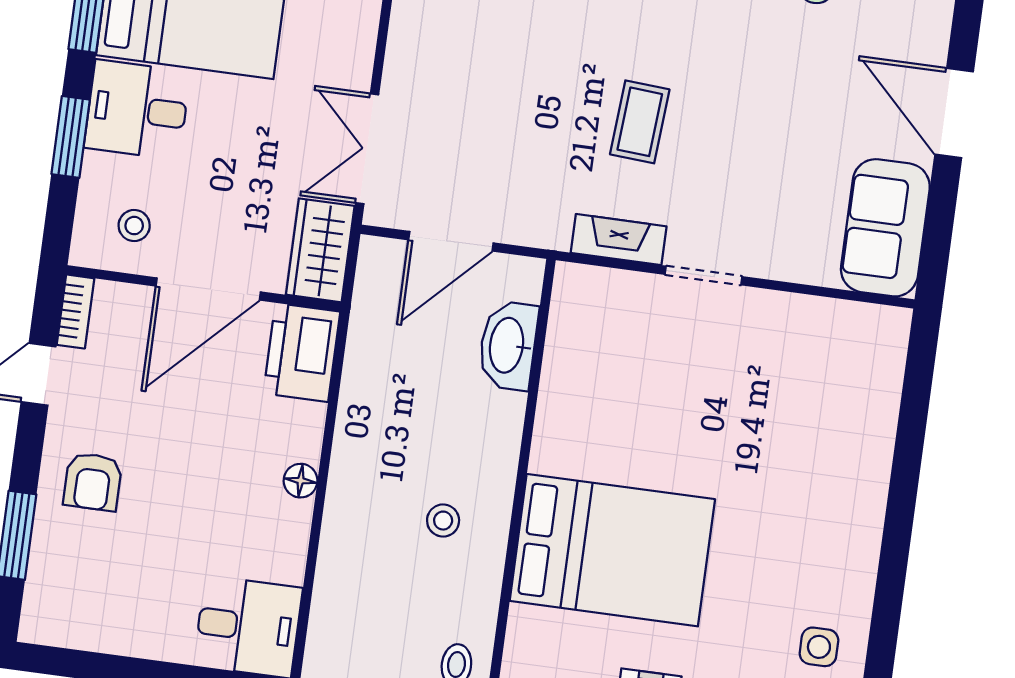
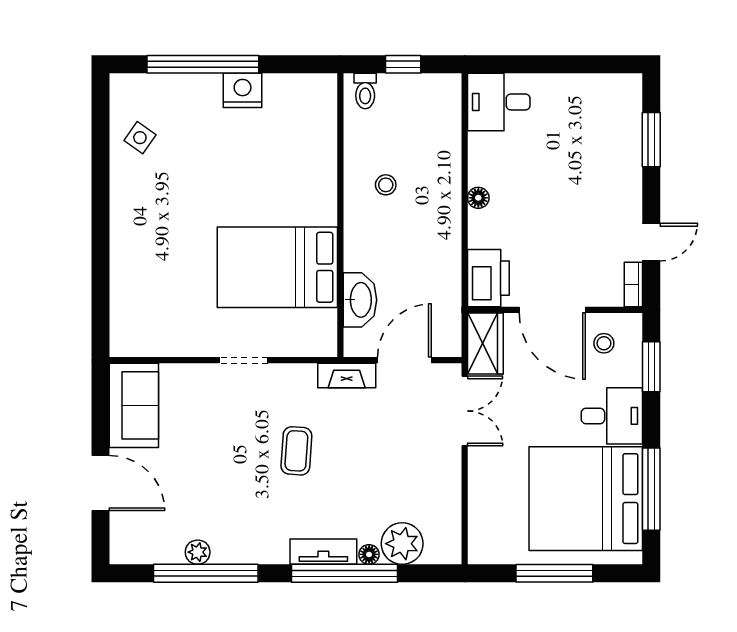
window: (71, 137) -> (651, 367), moved
fireplace: (619, 240) -> (347, 375), moved
door: (208, 289) -> (552, 310), swing flipped
armchair: (93, 482) -> (608, 179), removed
bed: (612, 550) -> (277, 267), moved
side table: (819, 647) -> (140, 138), turned 35

